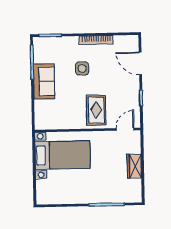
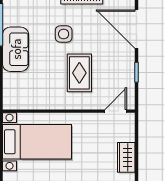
door: (140, 63) -> (137, 29), width x1.36
rug: (96, 110) -> (79, 73), moved

